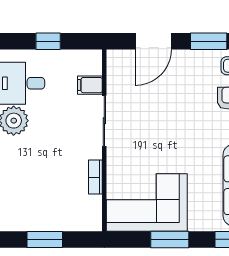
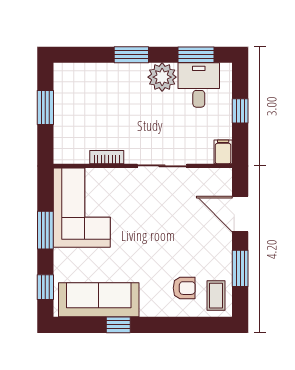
filing cabinet: (90, 85) -> (223, 152), moved

